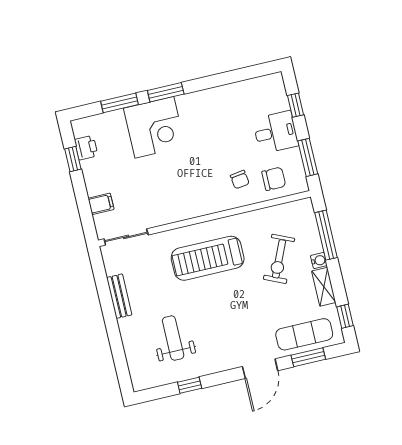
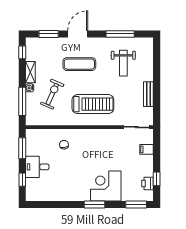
window: (120, 103) -> (136, 205), moved
chair: (274, 179) -> (44, 141), removed
exercise mat: (304, 334) -> (79, 64), moved
window: (190, 385) -> (120, 34), width x2.17

